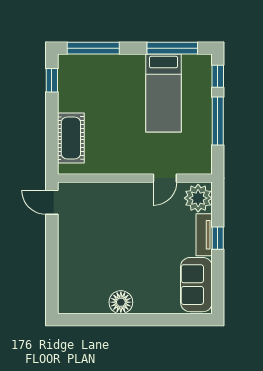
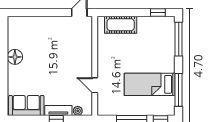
plant: (198, 198) -> (78, 111), width x0.53, depth x0.53

